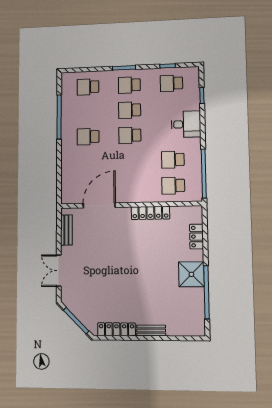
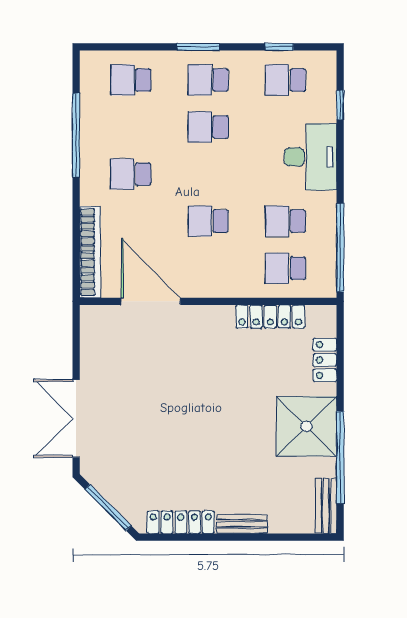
desk: (186, 124) -> (310, 157), width x1.37
school desk: (130, 135) -> (208, 221), moved
bookcase: (66, 179) -> (90, 252), added
door: (99, 205) -> (151, 301), hinge flipped
locker: (150, 213) -> (270, 317), moved
bench: (66, 230) -> (326, 506), moved
double door: (59, 271) -> (76, 419), width x1.37
shower: (191, 274) -> (307, 426), width x1.37, depth x1.37

